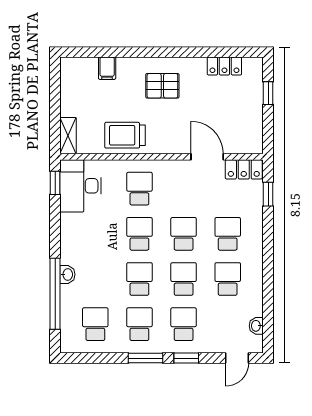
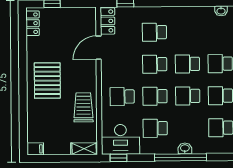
locker: (224, 66) -> (33, 23), moved
filing cabinet: (107, 68) -> (35, 149), moved
pallet: (162, 86) -> (47, 81), width x1.50, depth x1.42
trolley: (125, 135) -> (83, 107), turned 180
school desk: (228, 279) -> (155, 128), moved
window: (55, 294) -> (180, 157), moved

